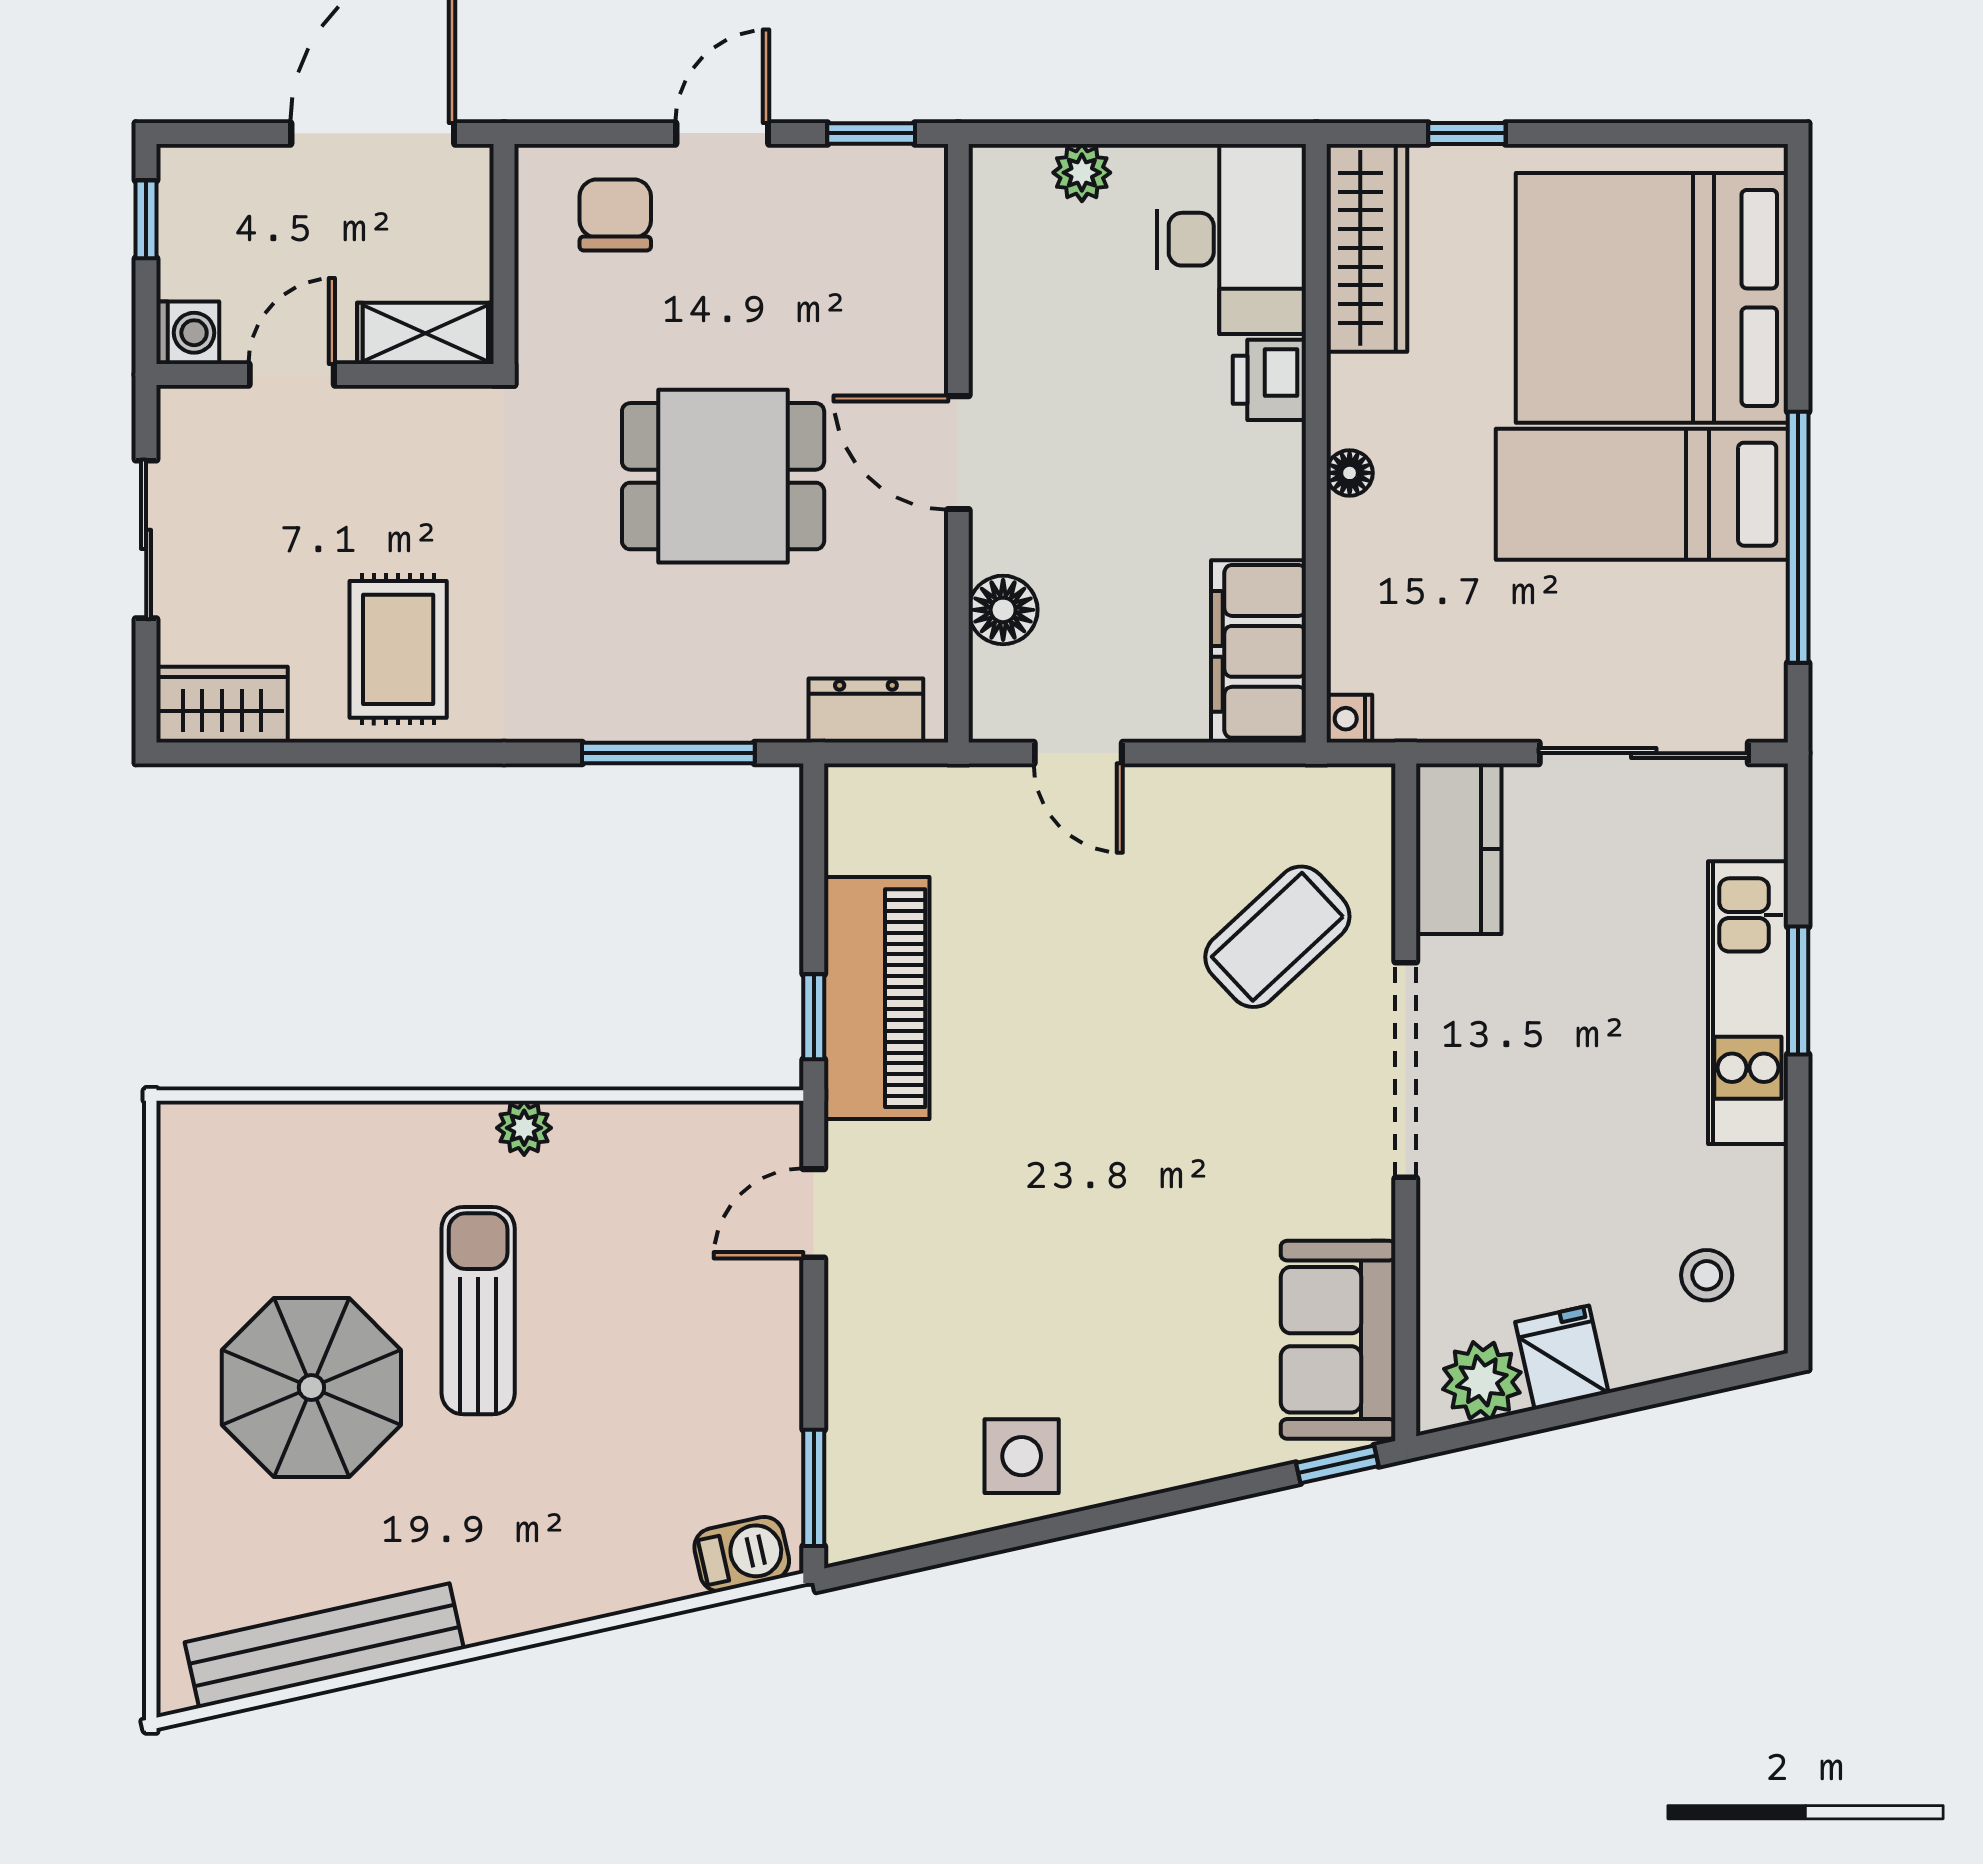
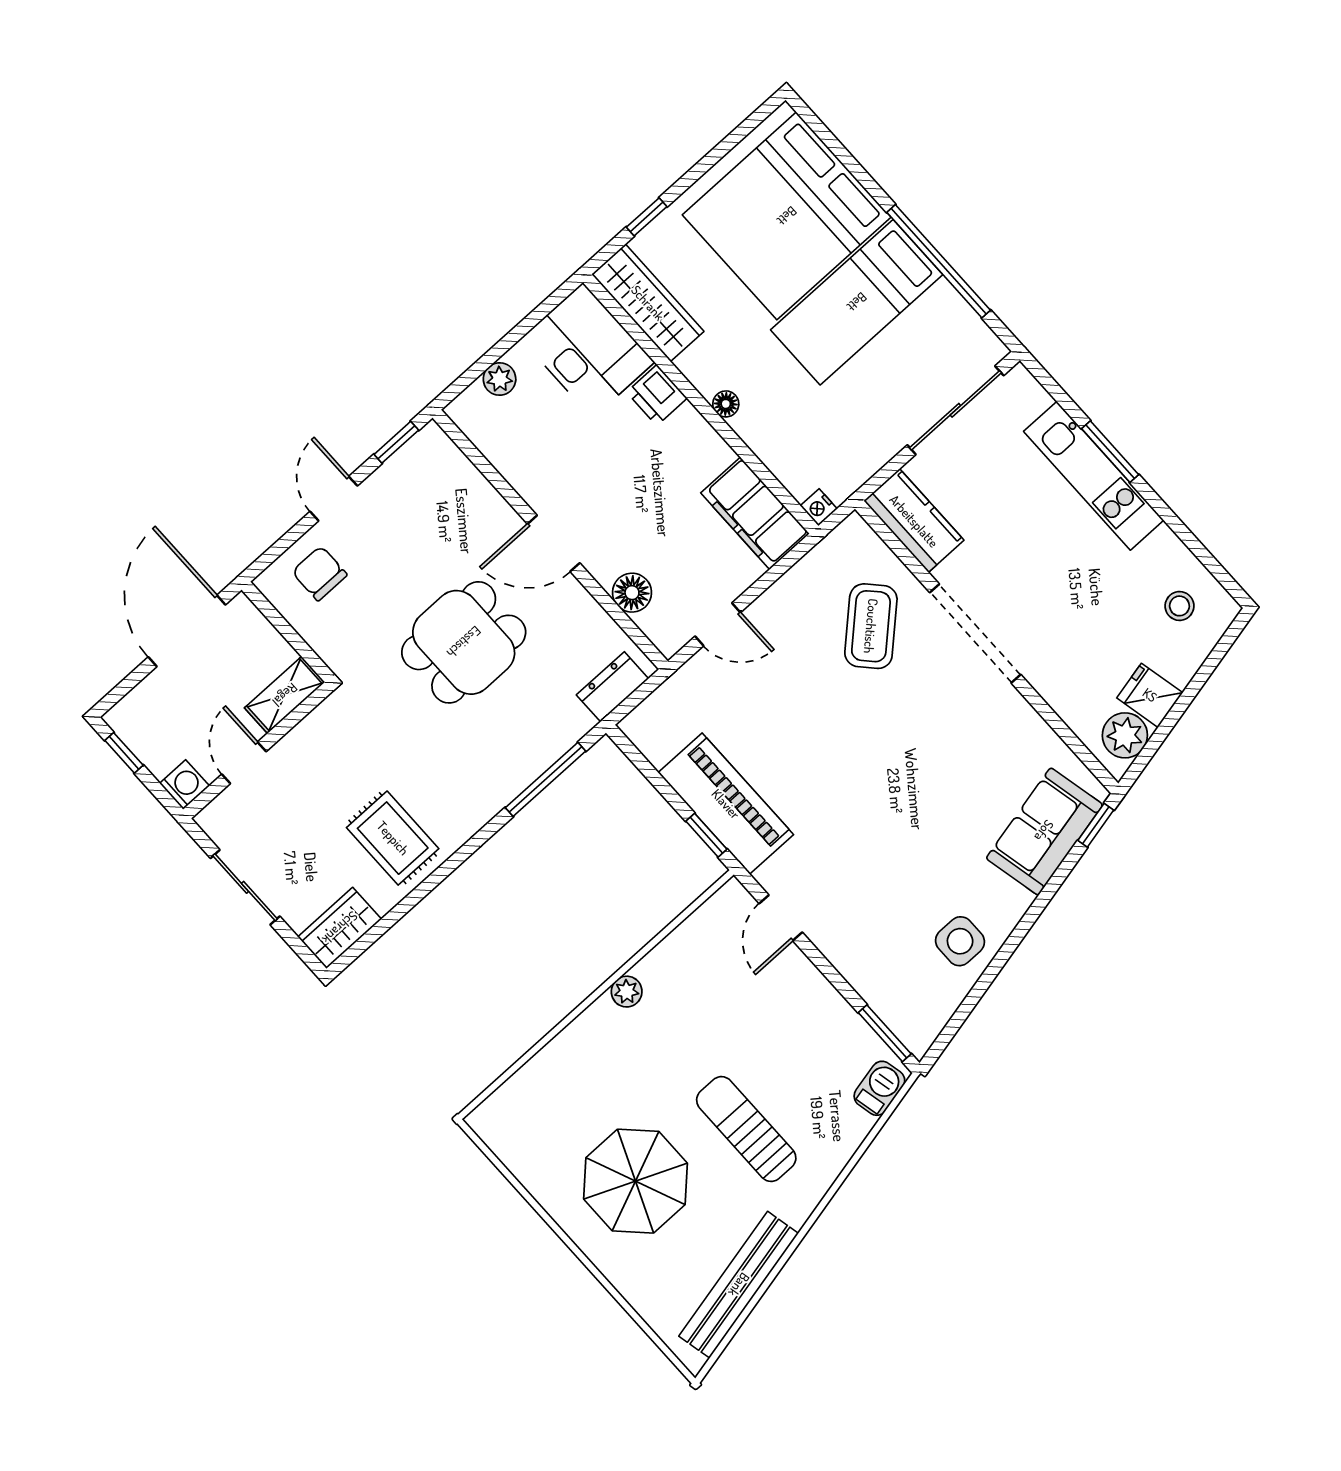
sun lounger: (478, 1311) -> (746, 1129), moved
sofa: (1338, 1340) -> (1044, 831), moved, turned 77

